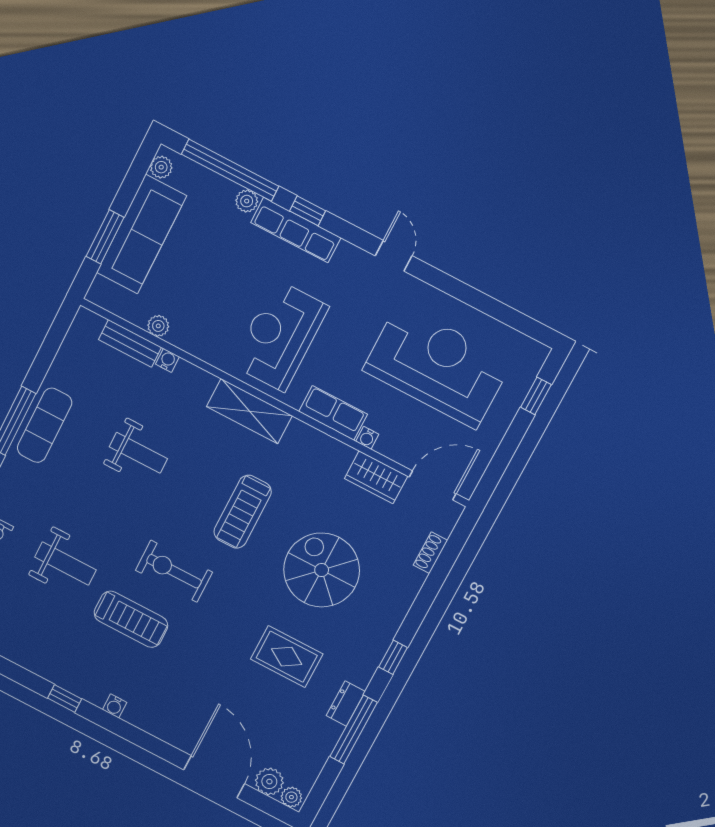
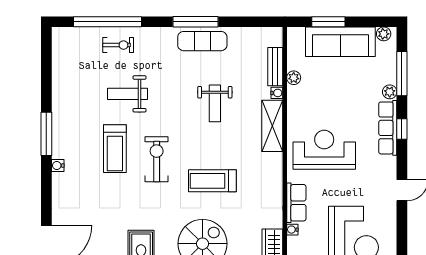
window: (230, 170) -> (402, 74), width x0.68
shelving: (249, 411) -> (272, 126), moved
weight bench: (65, 564) -> (128, 94), turned 90
window: (65, 698) -> (46, 134), width x2.17

